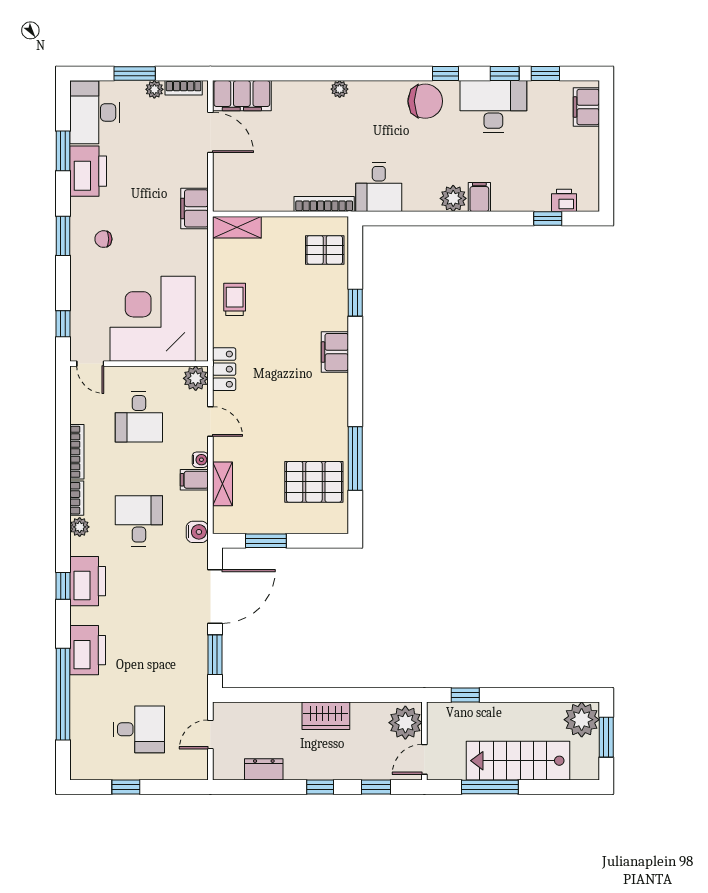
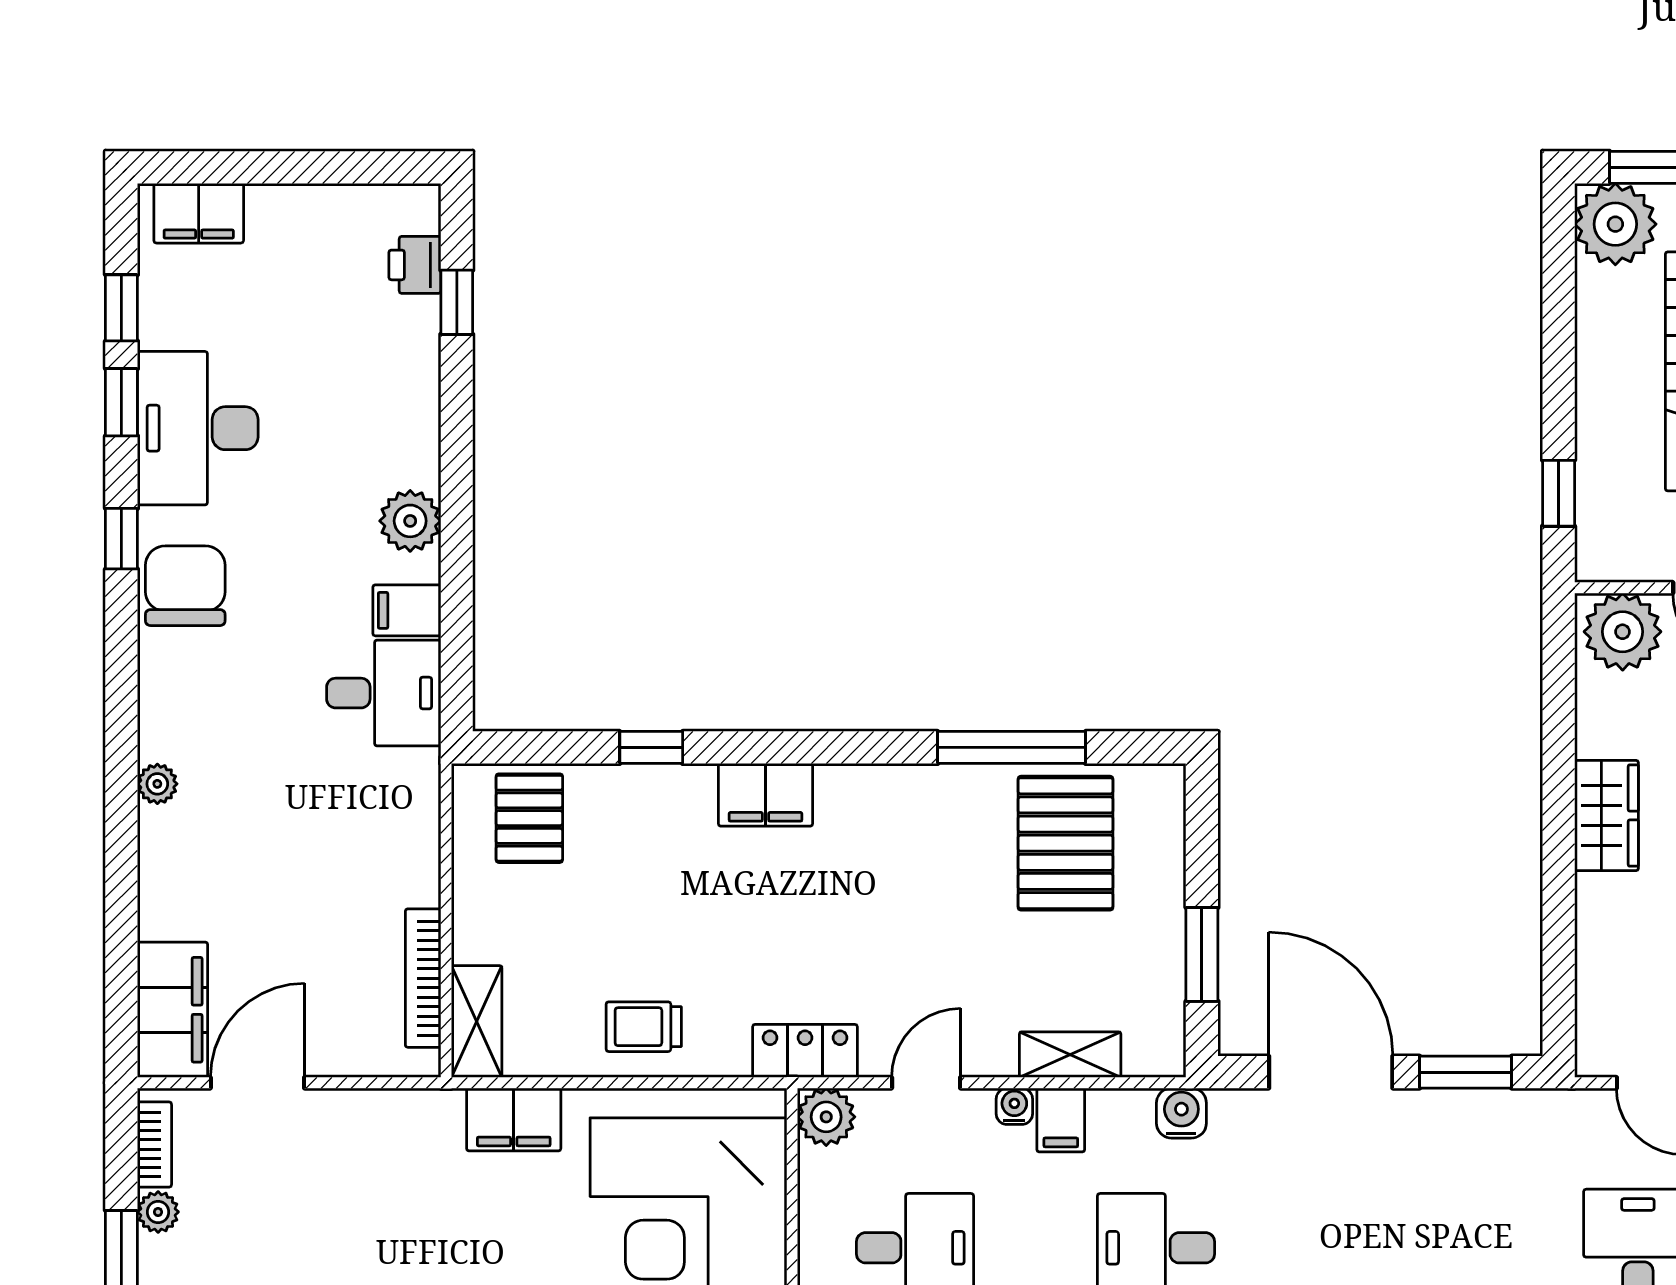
filing cabinet: (479, 197) -> (407, 610), moved
bookcase: (324, 204) -> (423, 978), moved
filing cabinet: (194, 208) -> (514, 1120), moved

